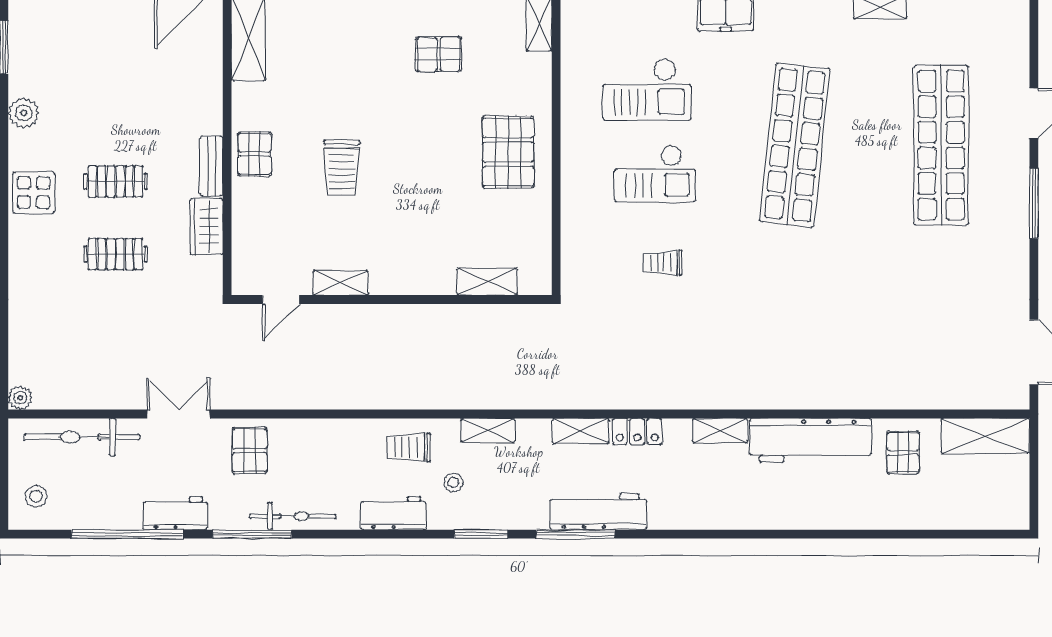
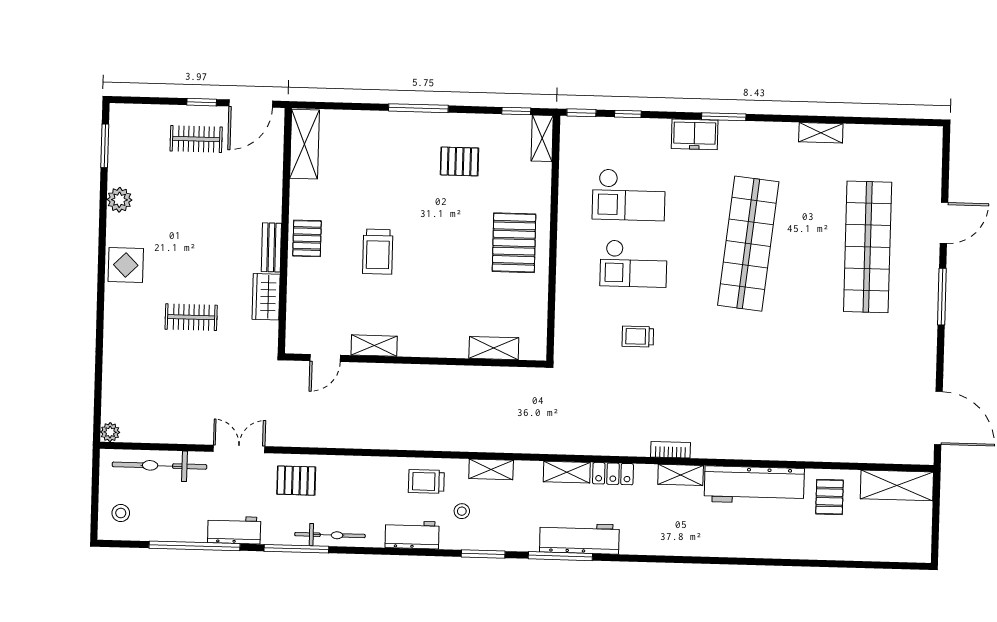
clothes rail: (116, 181) -> (196, 139), moved
bookcase: (707, 400) -> (671, 450), added
pallet: (250, 451) -> (296, 481), turned 90

